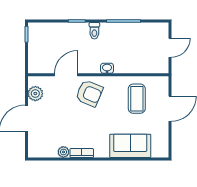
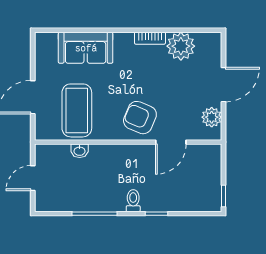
washbasin: (107, 68) -> (80, 151), moved
coffee table: (137, 99) -> (77, 110), width x1.36, depth x1.32
plant: (63, 152) -> (181, 46), width x1.88, depth x1.88

